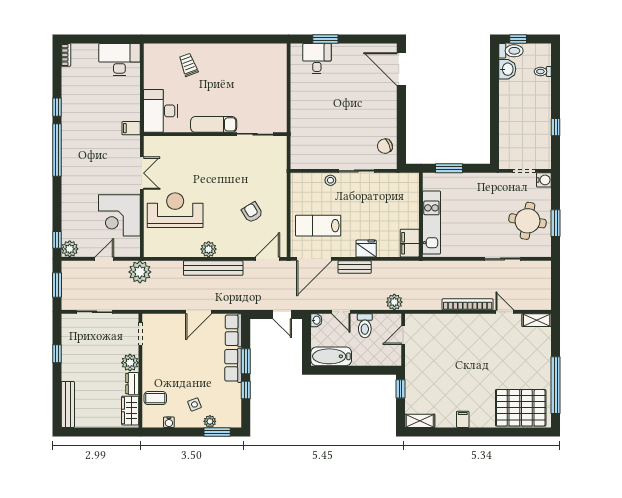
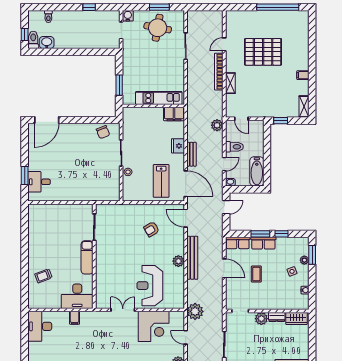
filing cabinet: (131, 128) -> (75, 318), moved
shelving: (537, 320) -> (230, 83), moved
coffee table: (155, 398) -> (256, 274), moved
pallet: (521, 408) -> (263, 52), moved, turned 90

